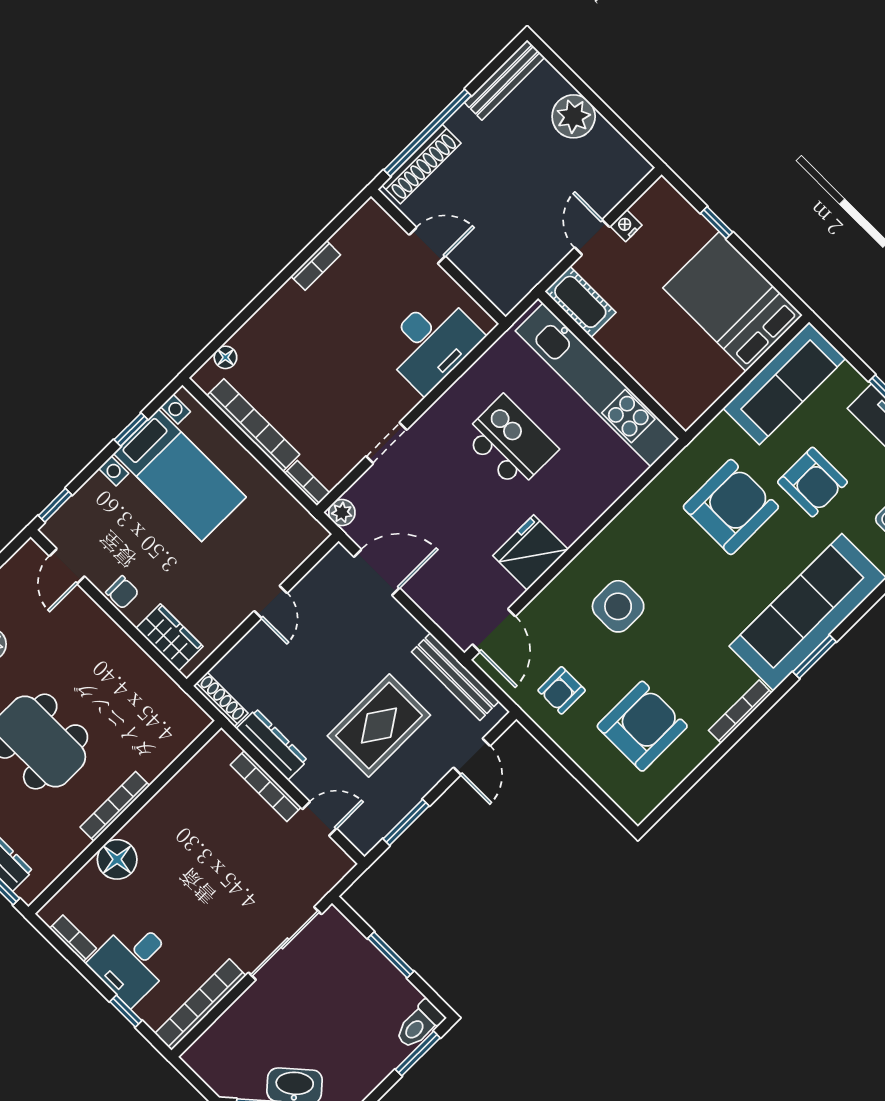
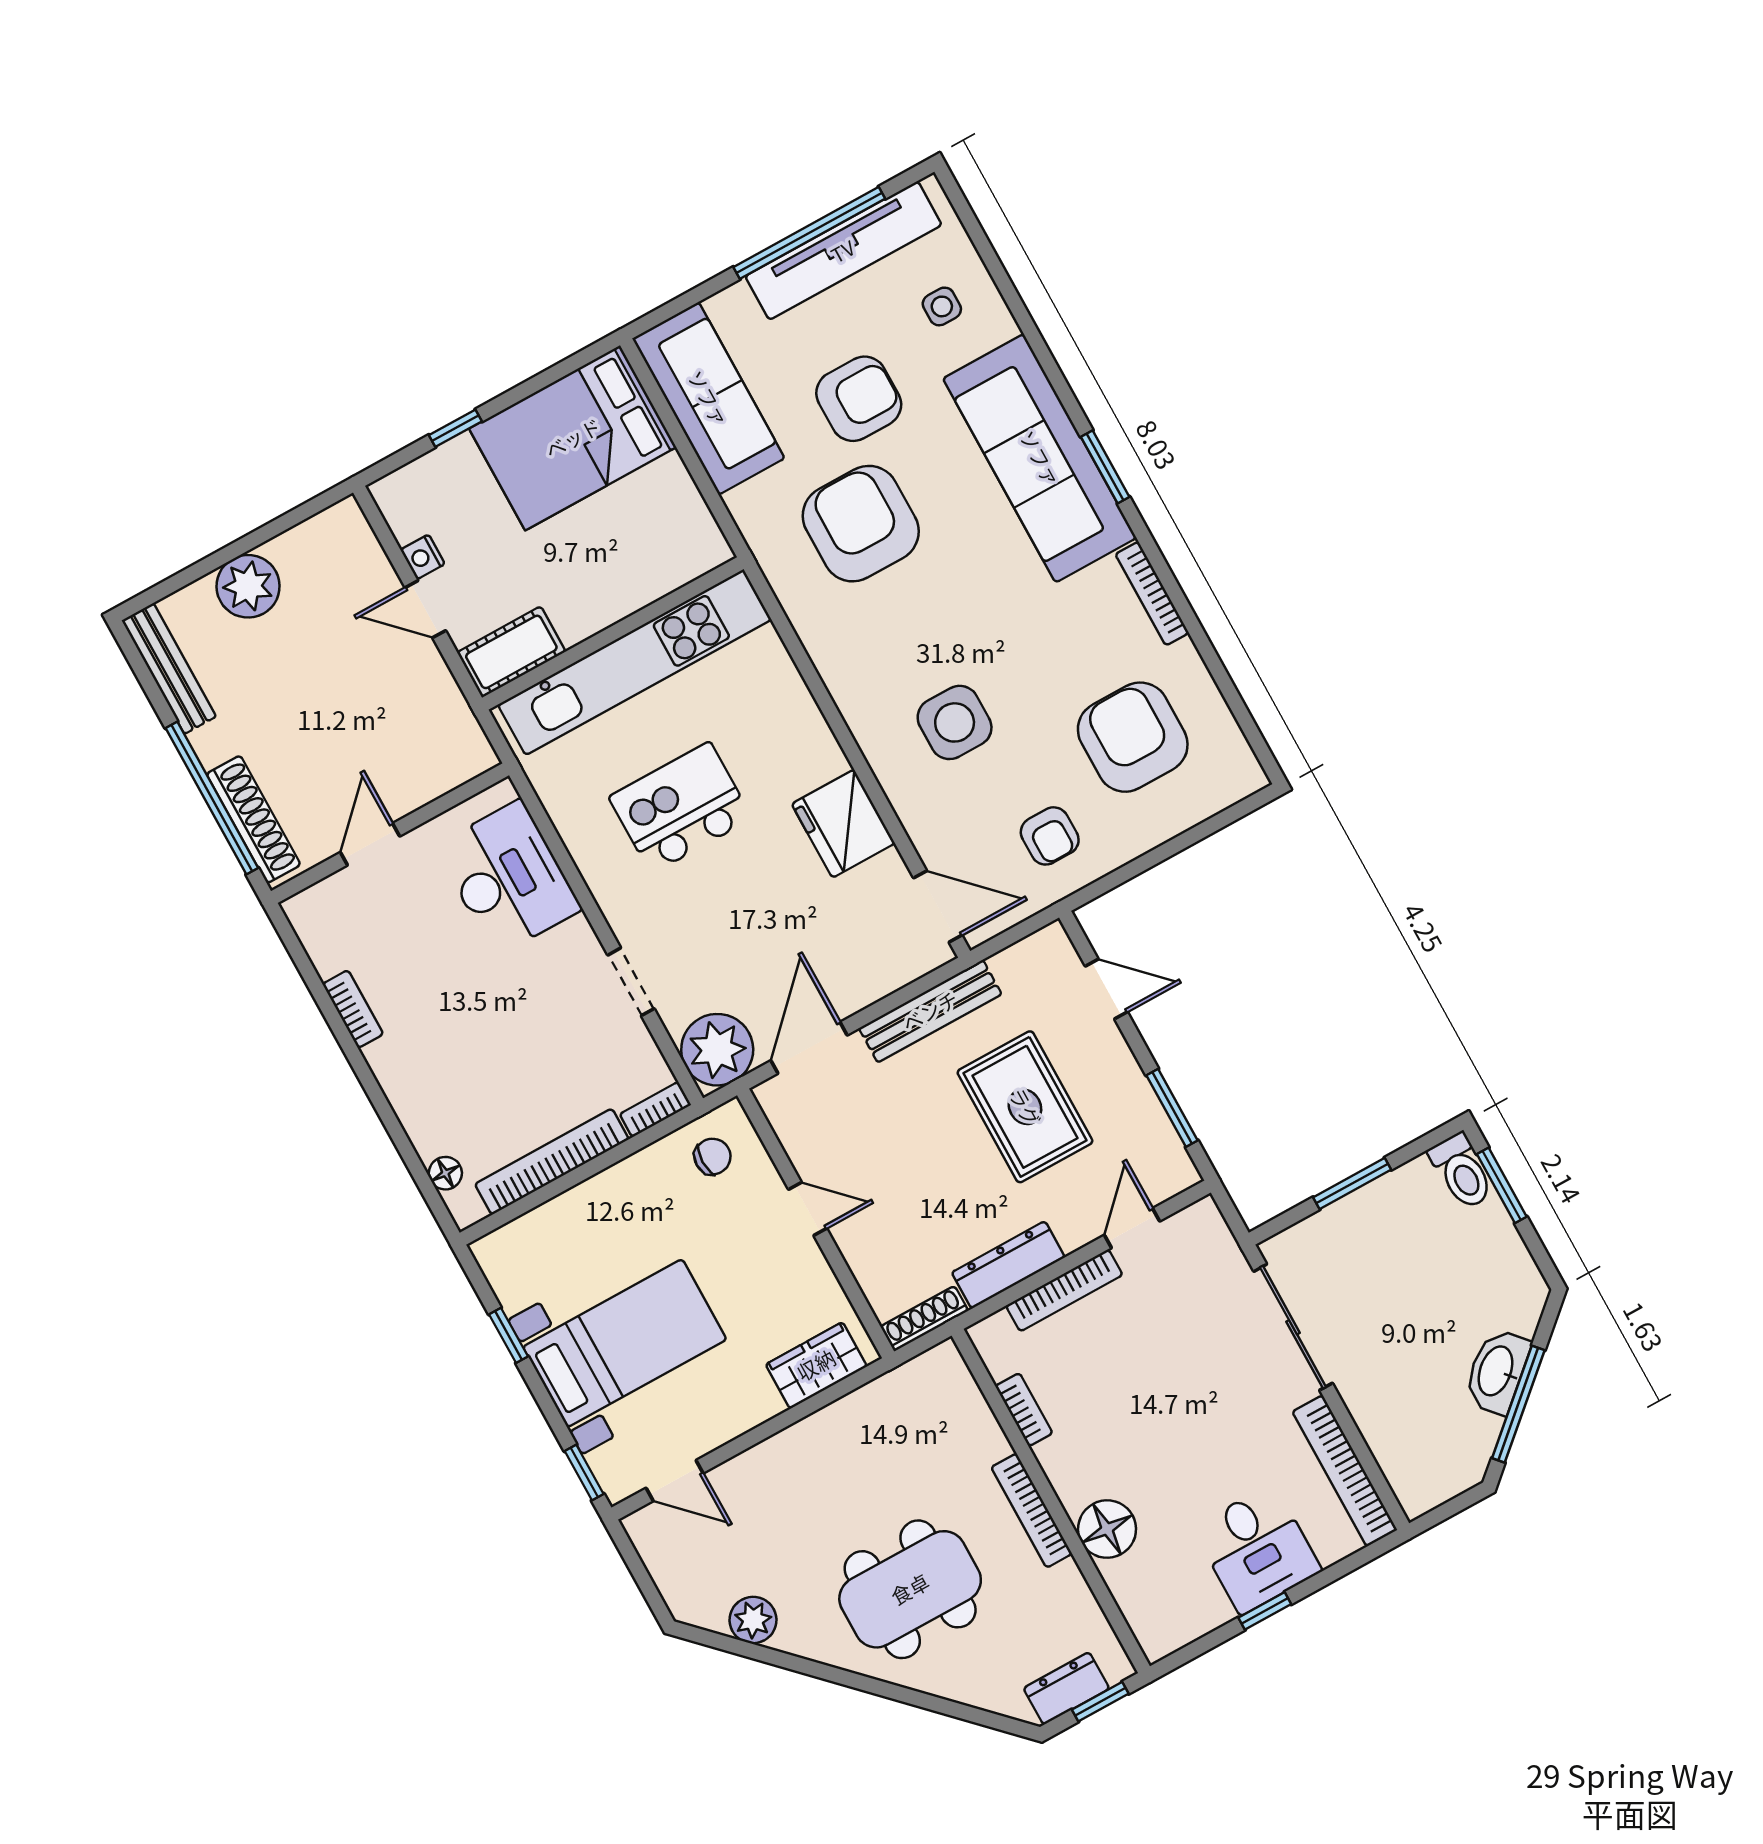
bed with nightstands: (180, 475) -> (625, 1343), moved
plant: (342, 512) -> (717, 1050), width x1.87, depth x1.87
chair: (122, 592) -> (713, 1157), moved
bench: (455, 677) -> (930, 1011), moved
bookcase: (73, 938) -> (1024, 1410), moved, turned 90
window: (126, 1011) -> (1265, 1611), moved

